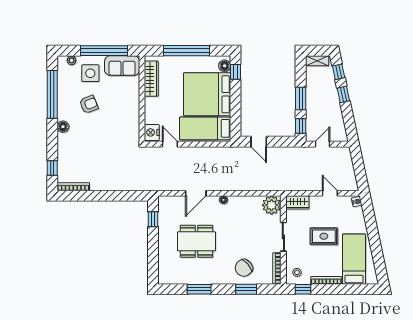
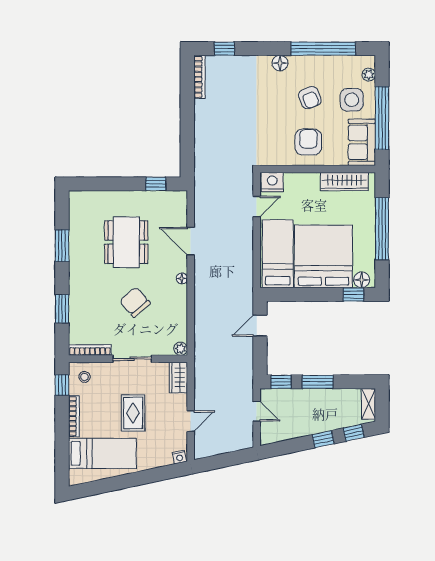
armchair: (122, 106) -> (308, 142), added
plant: (272, 205) -> (181, 349), width x0.53, depth x0.53
chair: (244, 268) -> (135, 302), moved

